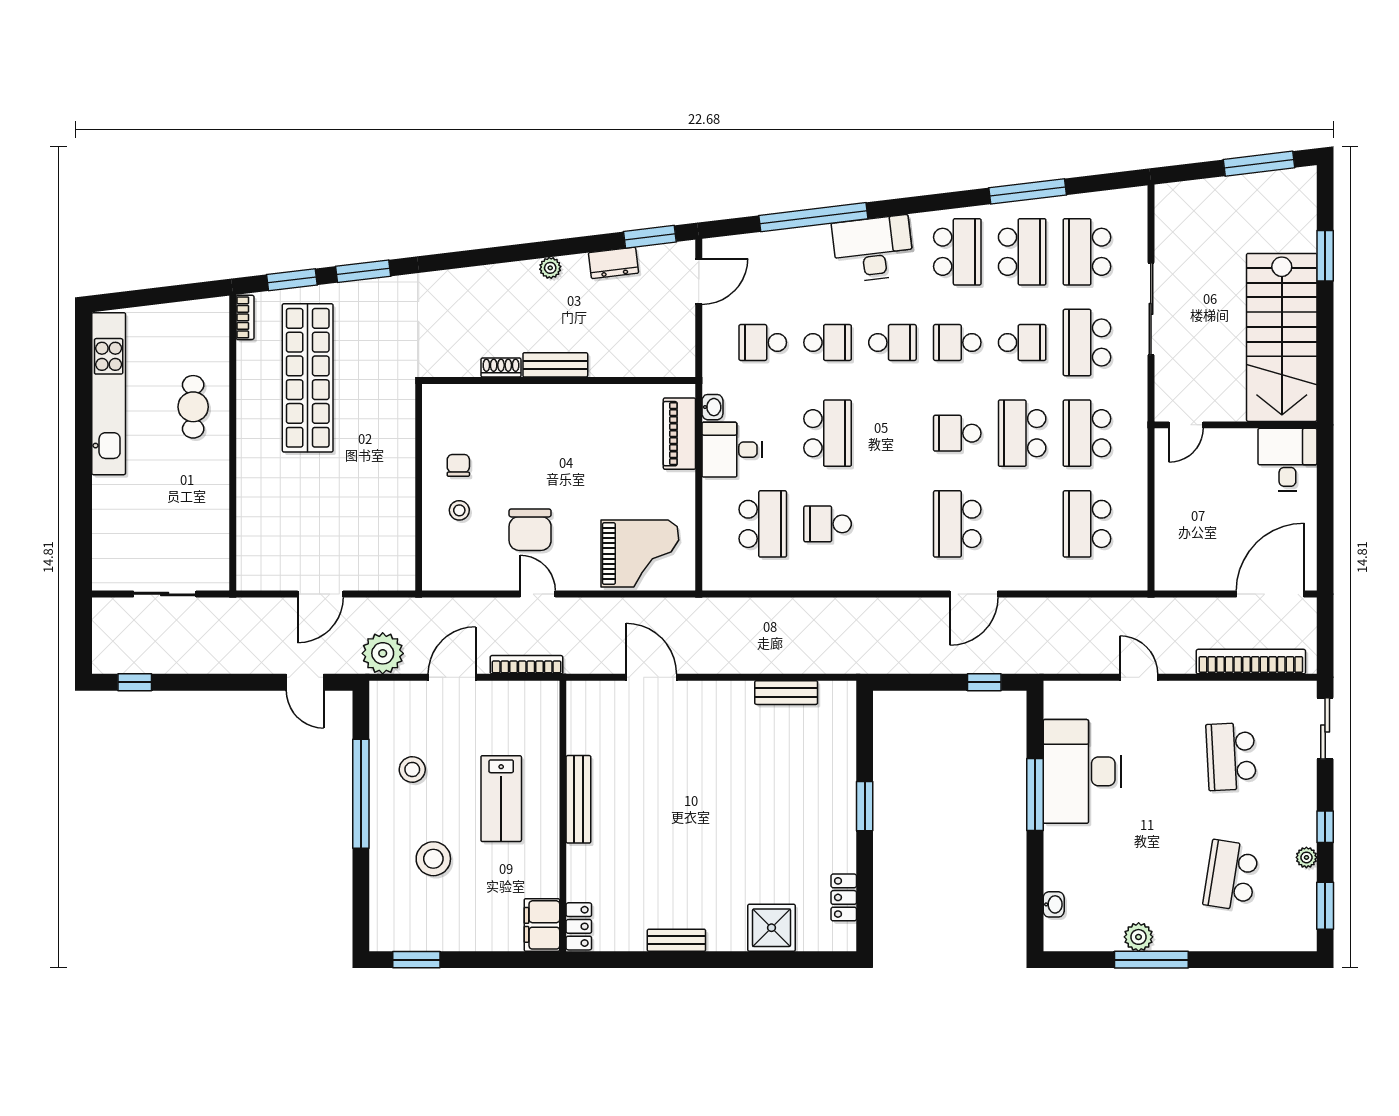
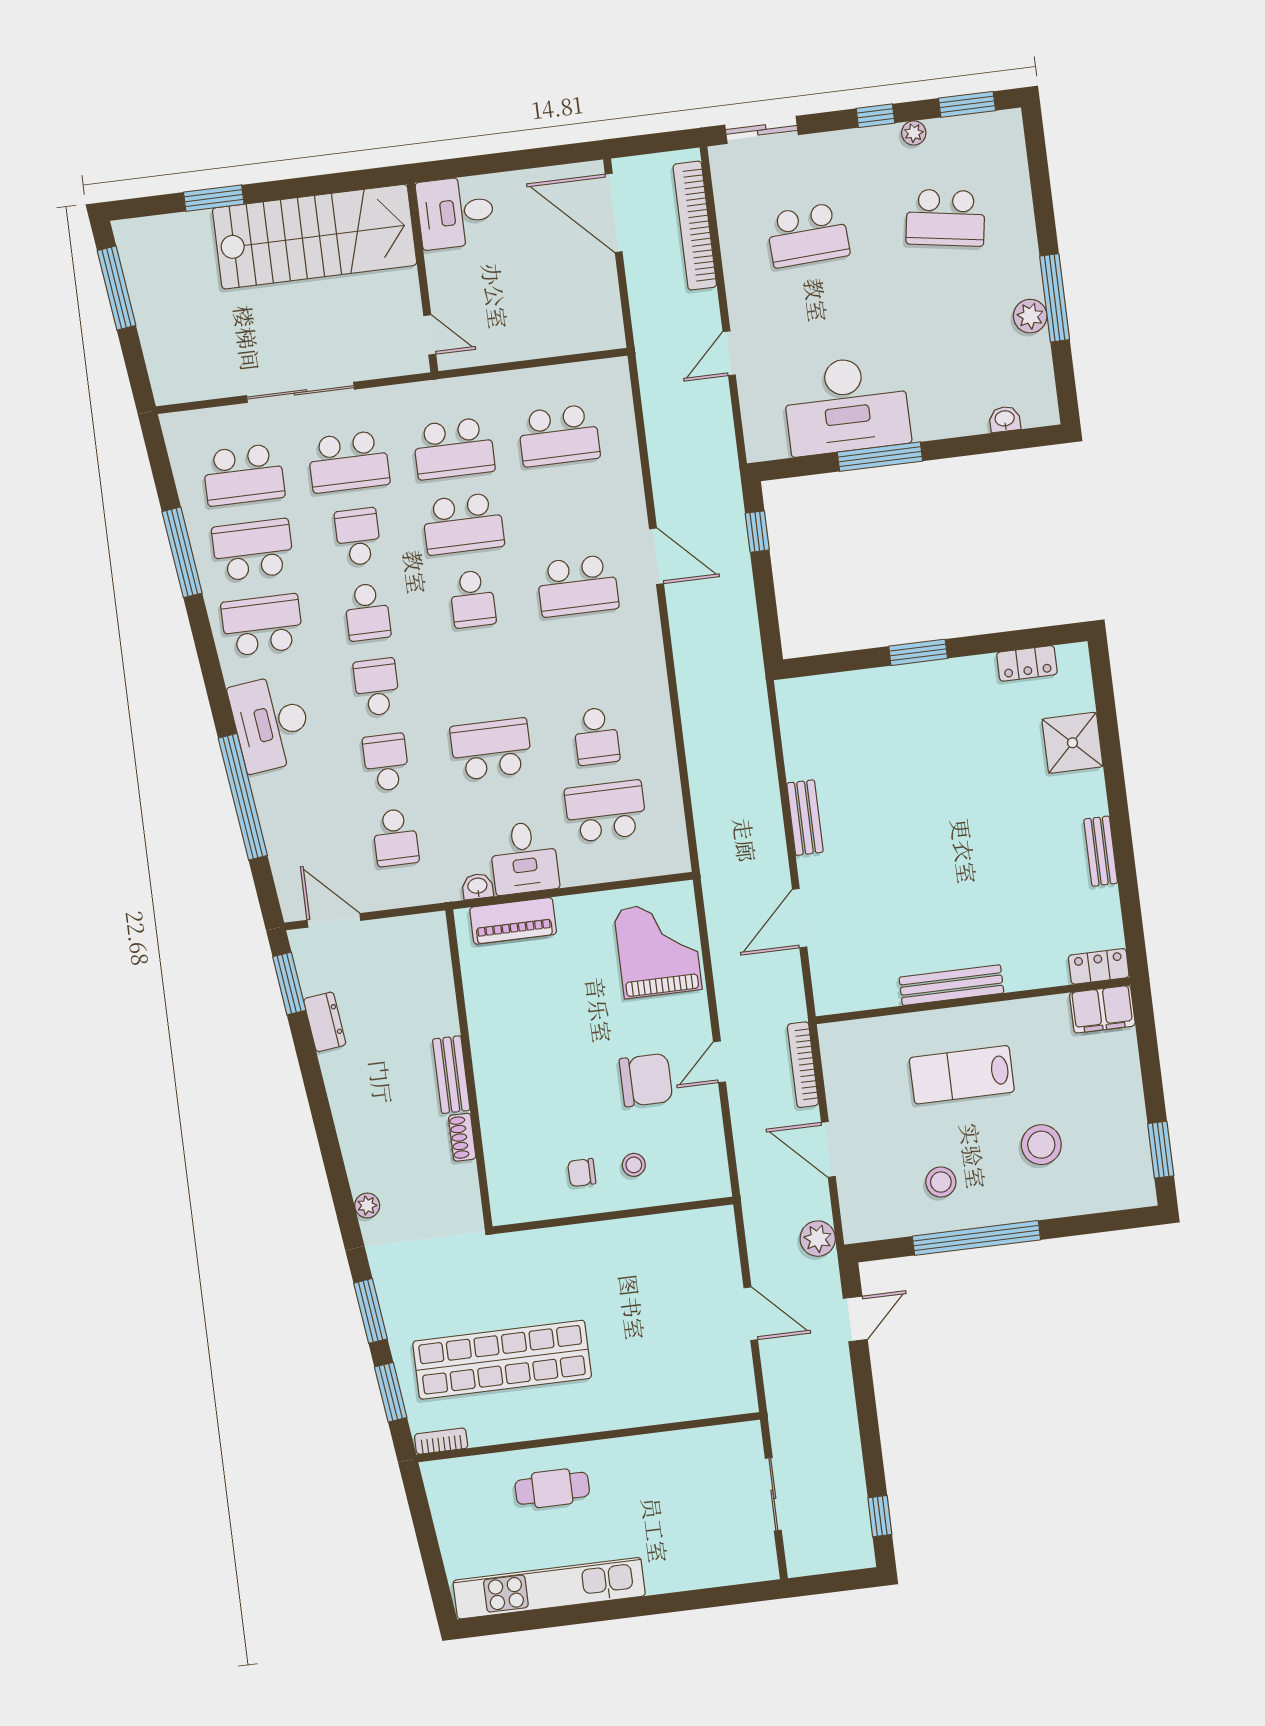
plant: (550, 268) -> (367, 1205), moved
plant: (383, 653) -> (818, 1239), width x0.73, depth x0.73
bench: (786, 693) -> (805, 818), moved
lab bench: (501, 799) -> (962, 1075), turned 180

